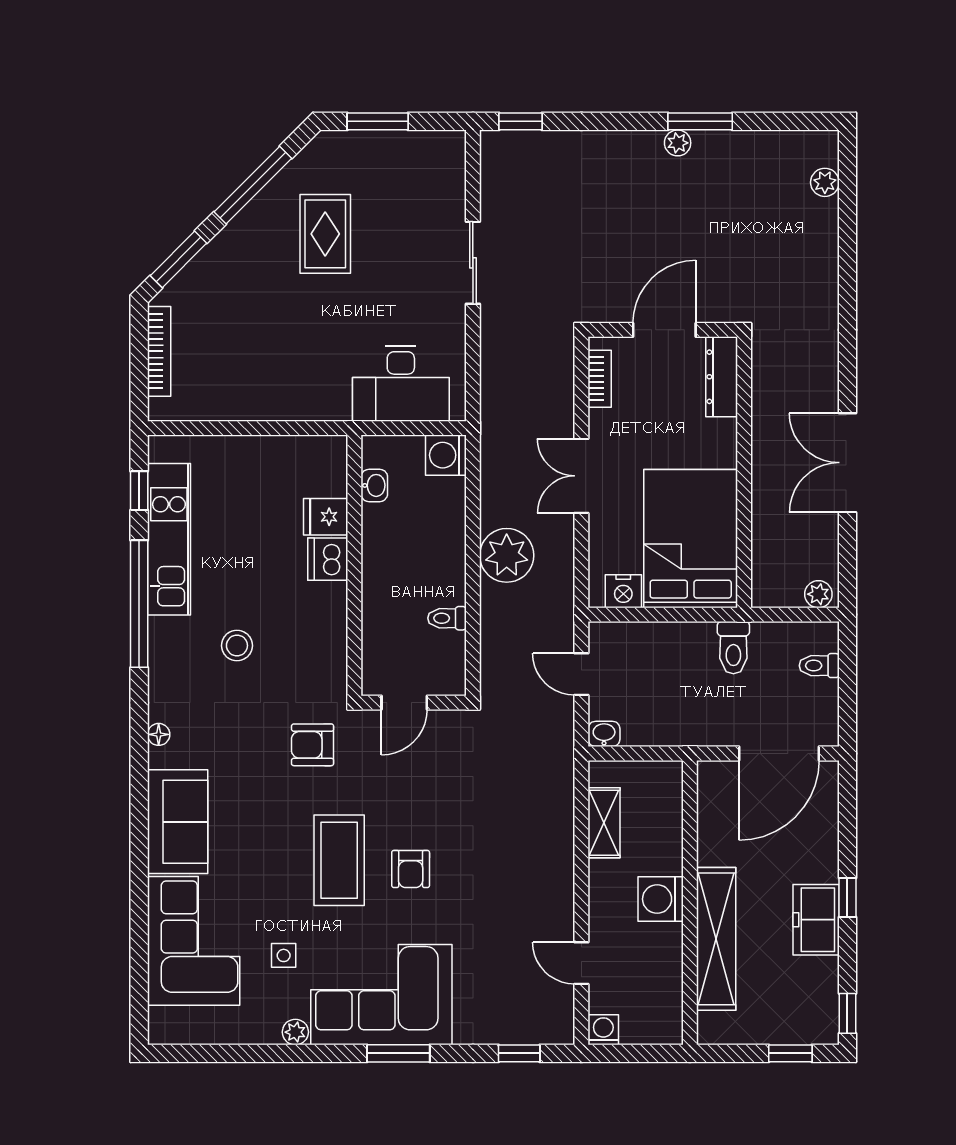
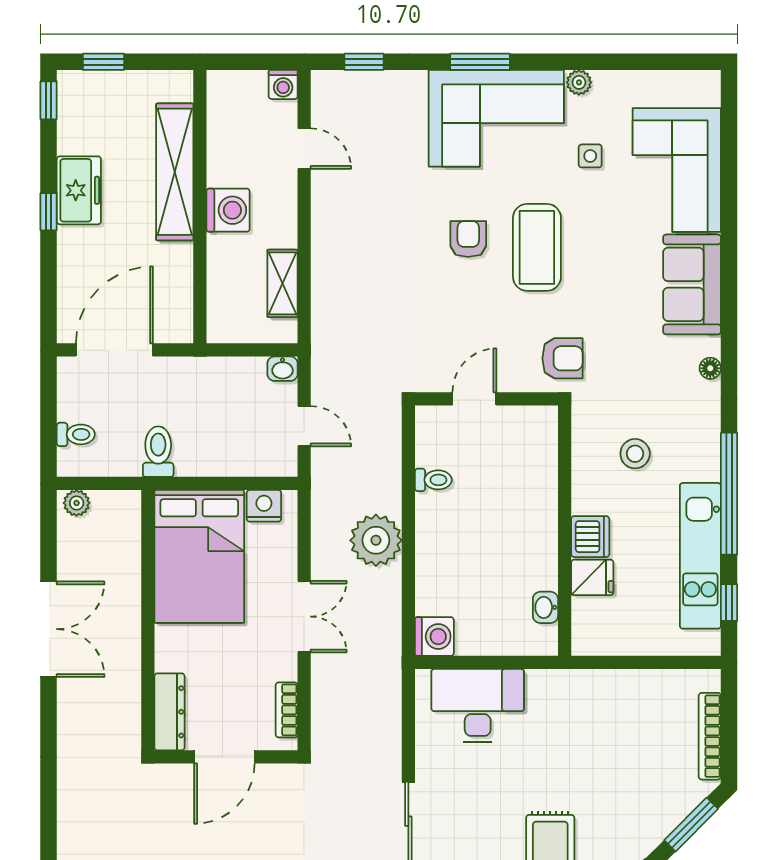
washbasin: (374, 485) -> (545, 607), moved
fridge: (326, 517) -> (592, 577), moved
dishwasher: (328, 559) -> (590, 537), moved
wall: (354, 565) -> (565, 531), moved

